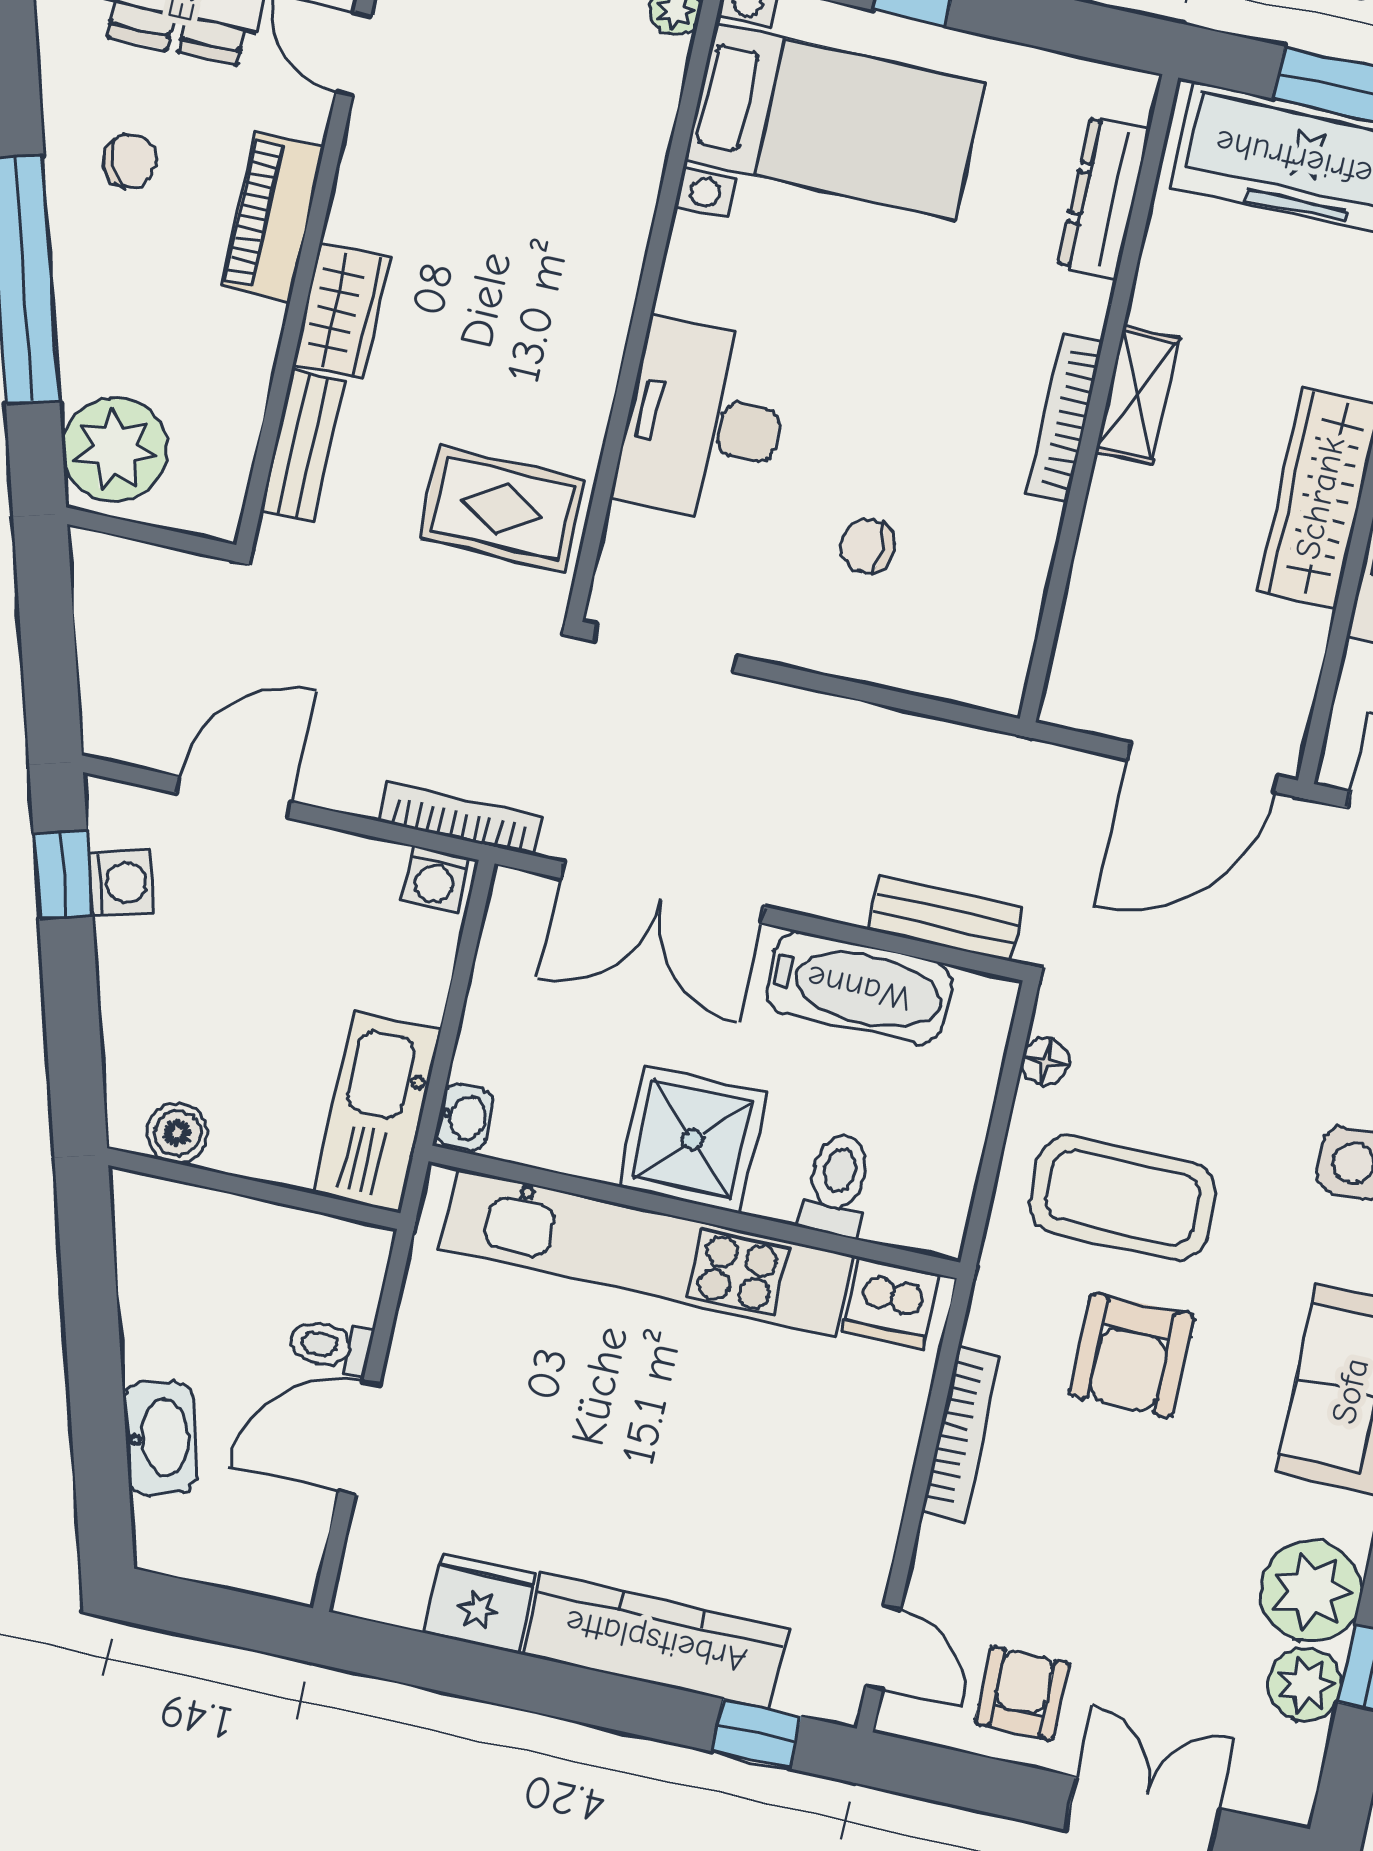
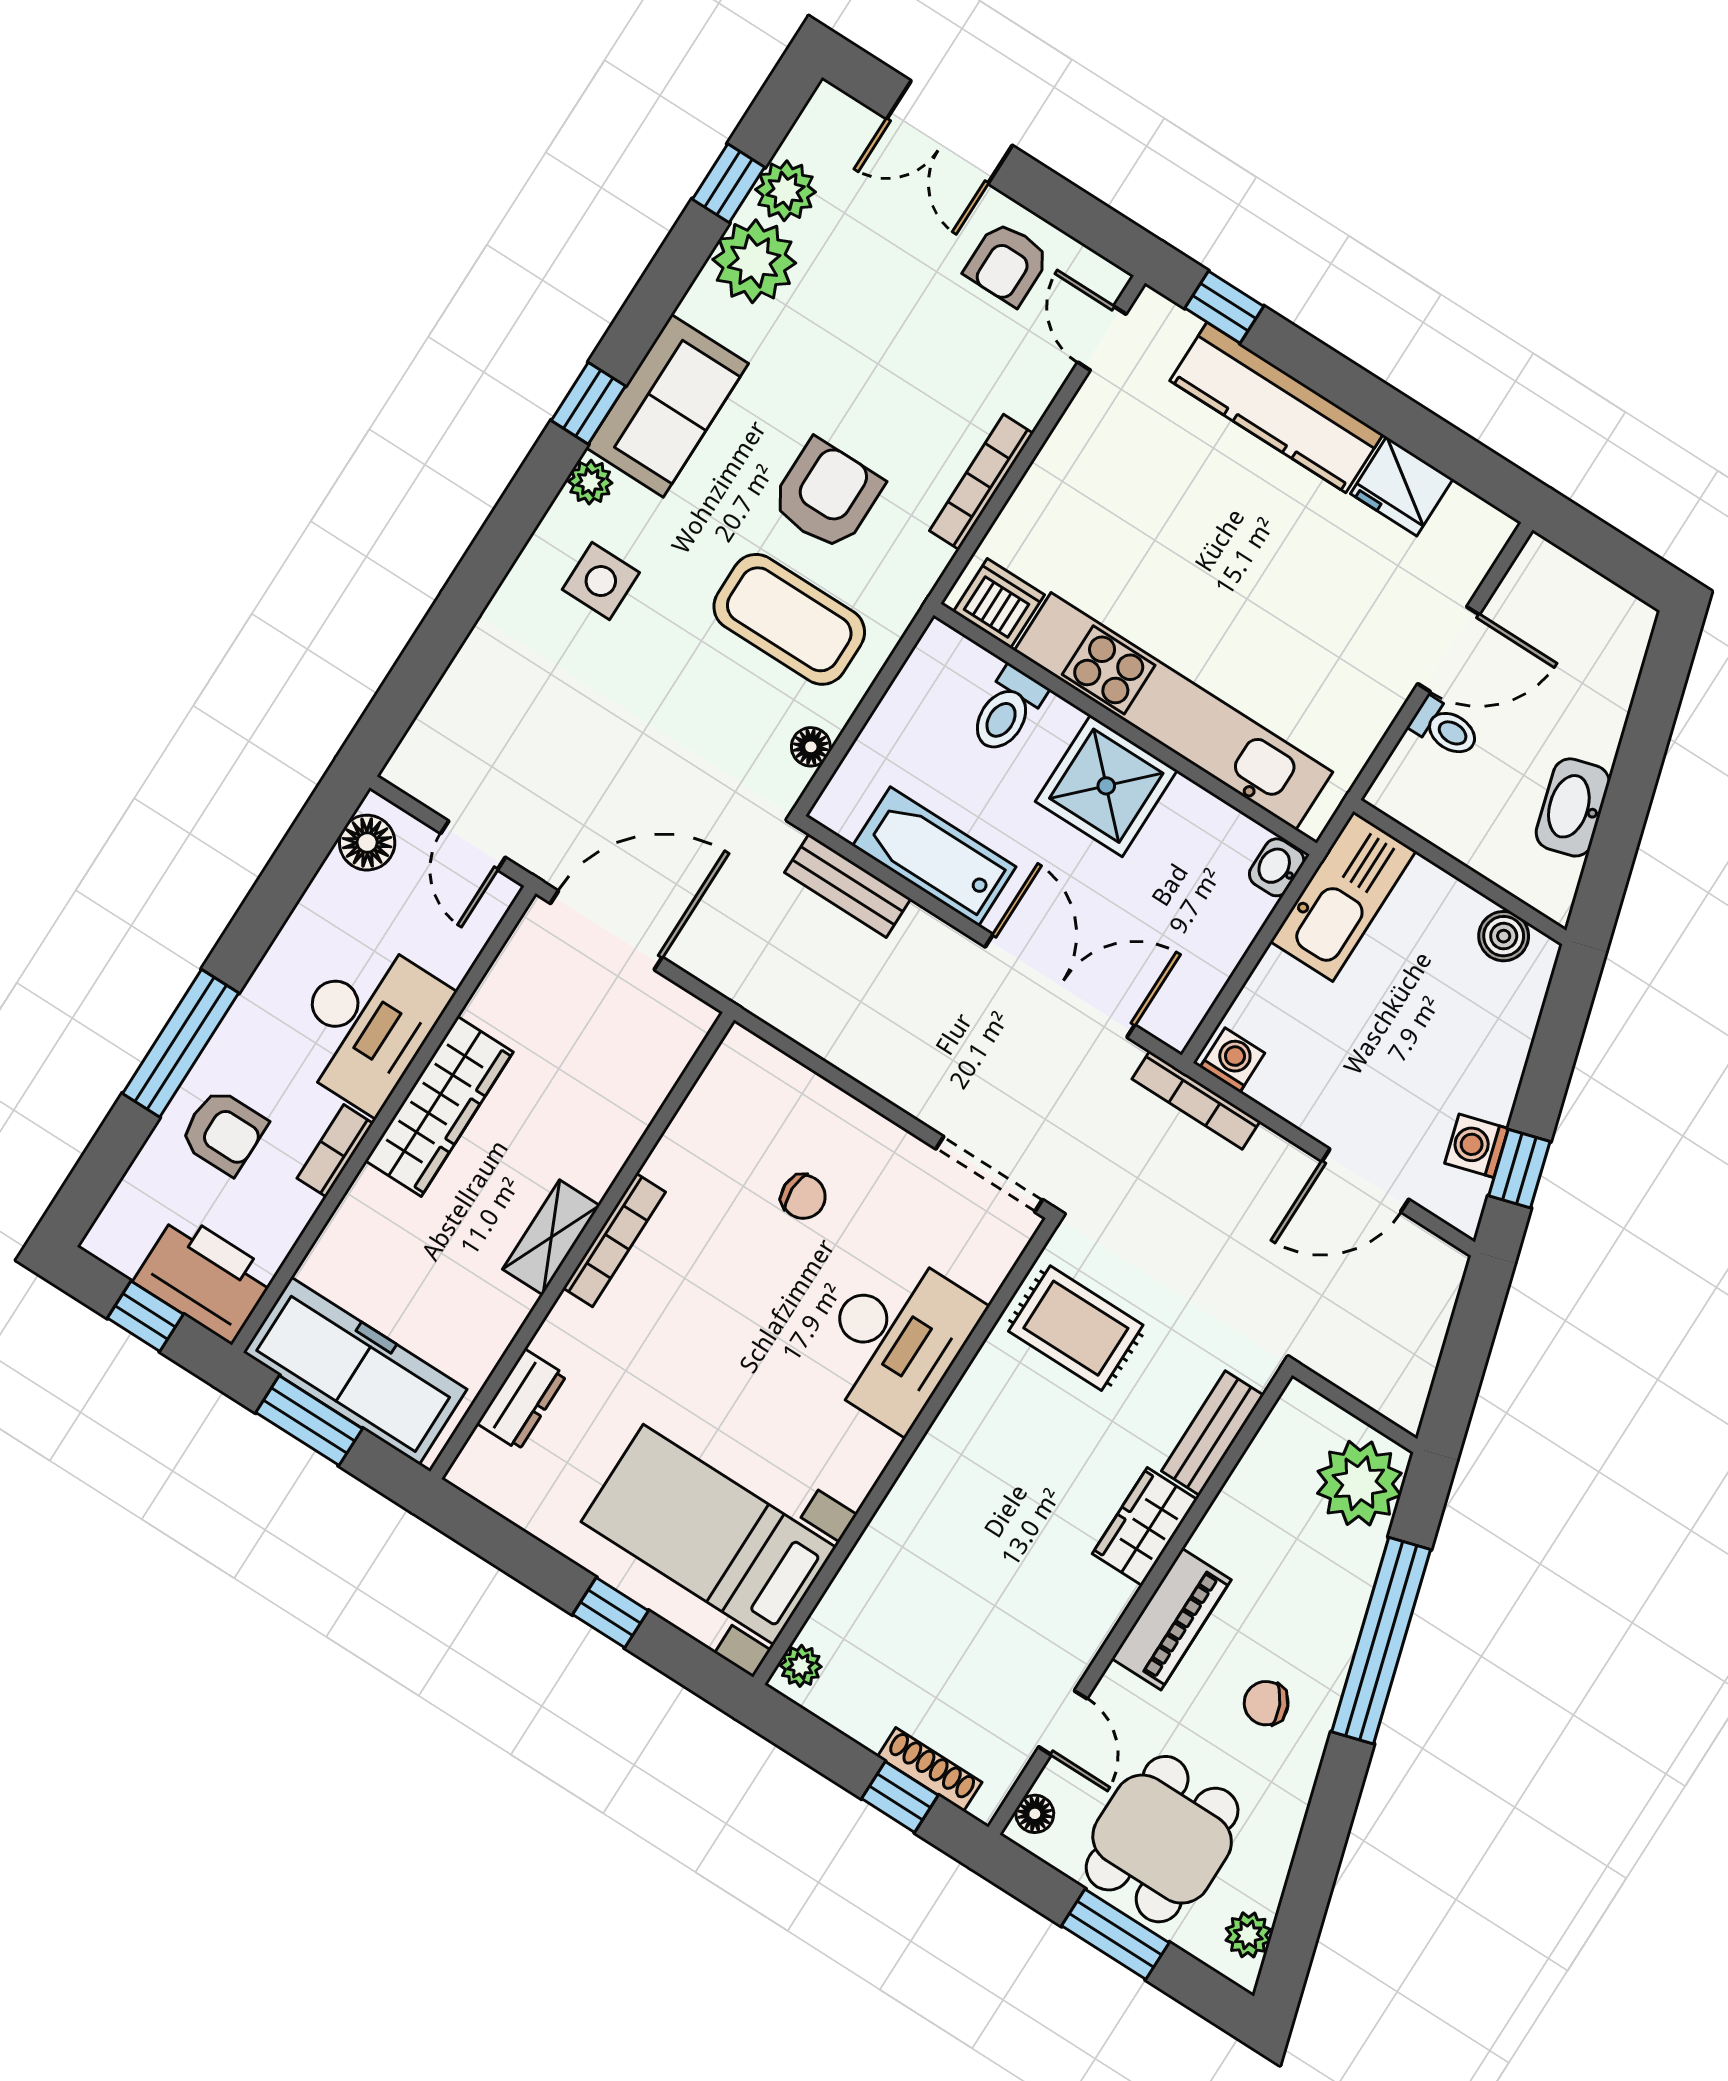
dresser: (1104, 198) -> (522, 1399), width x0.70
washbasin: (160, 1438) -> (1573, 807), moved

